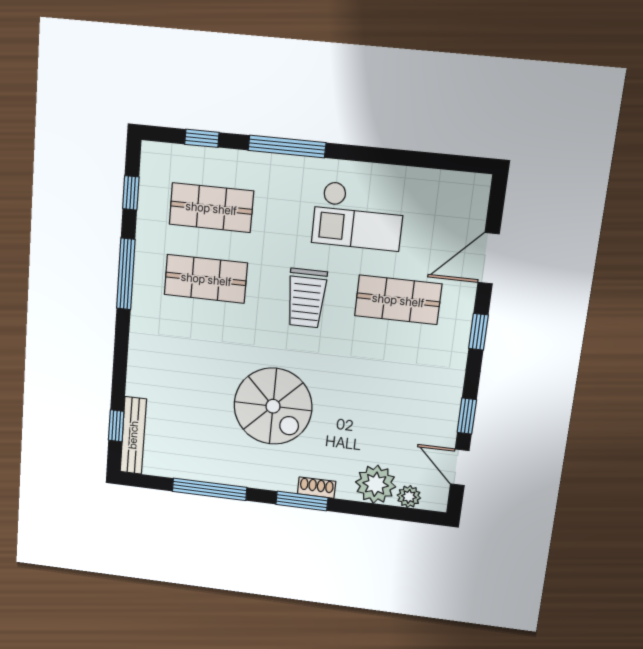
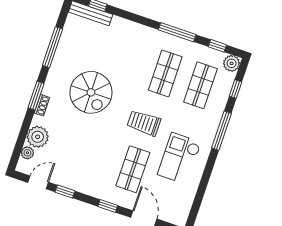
plant: (156, 158) -> (232, 63), added
spiral stairs: (273, 406) -> (91, 92), turned -90

